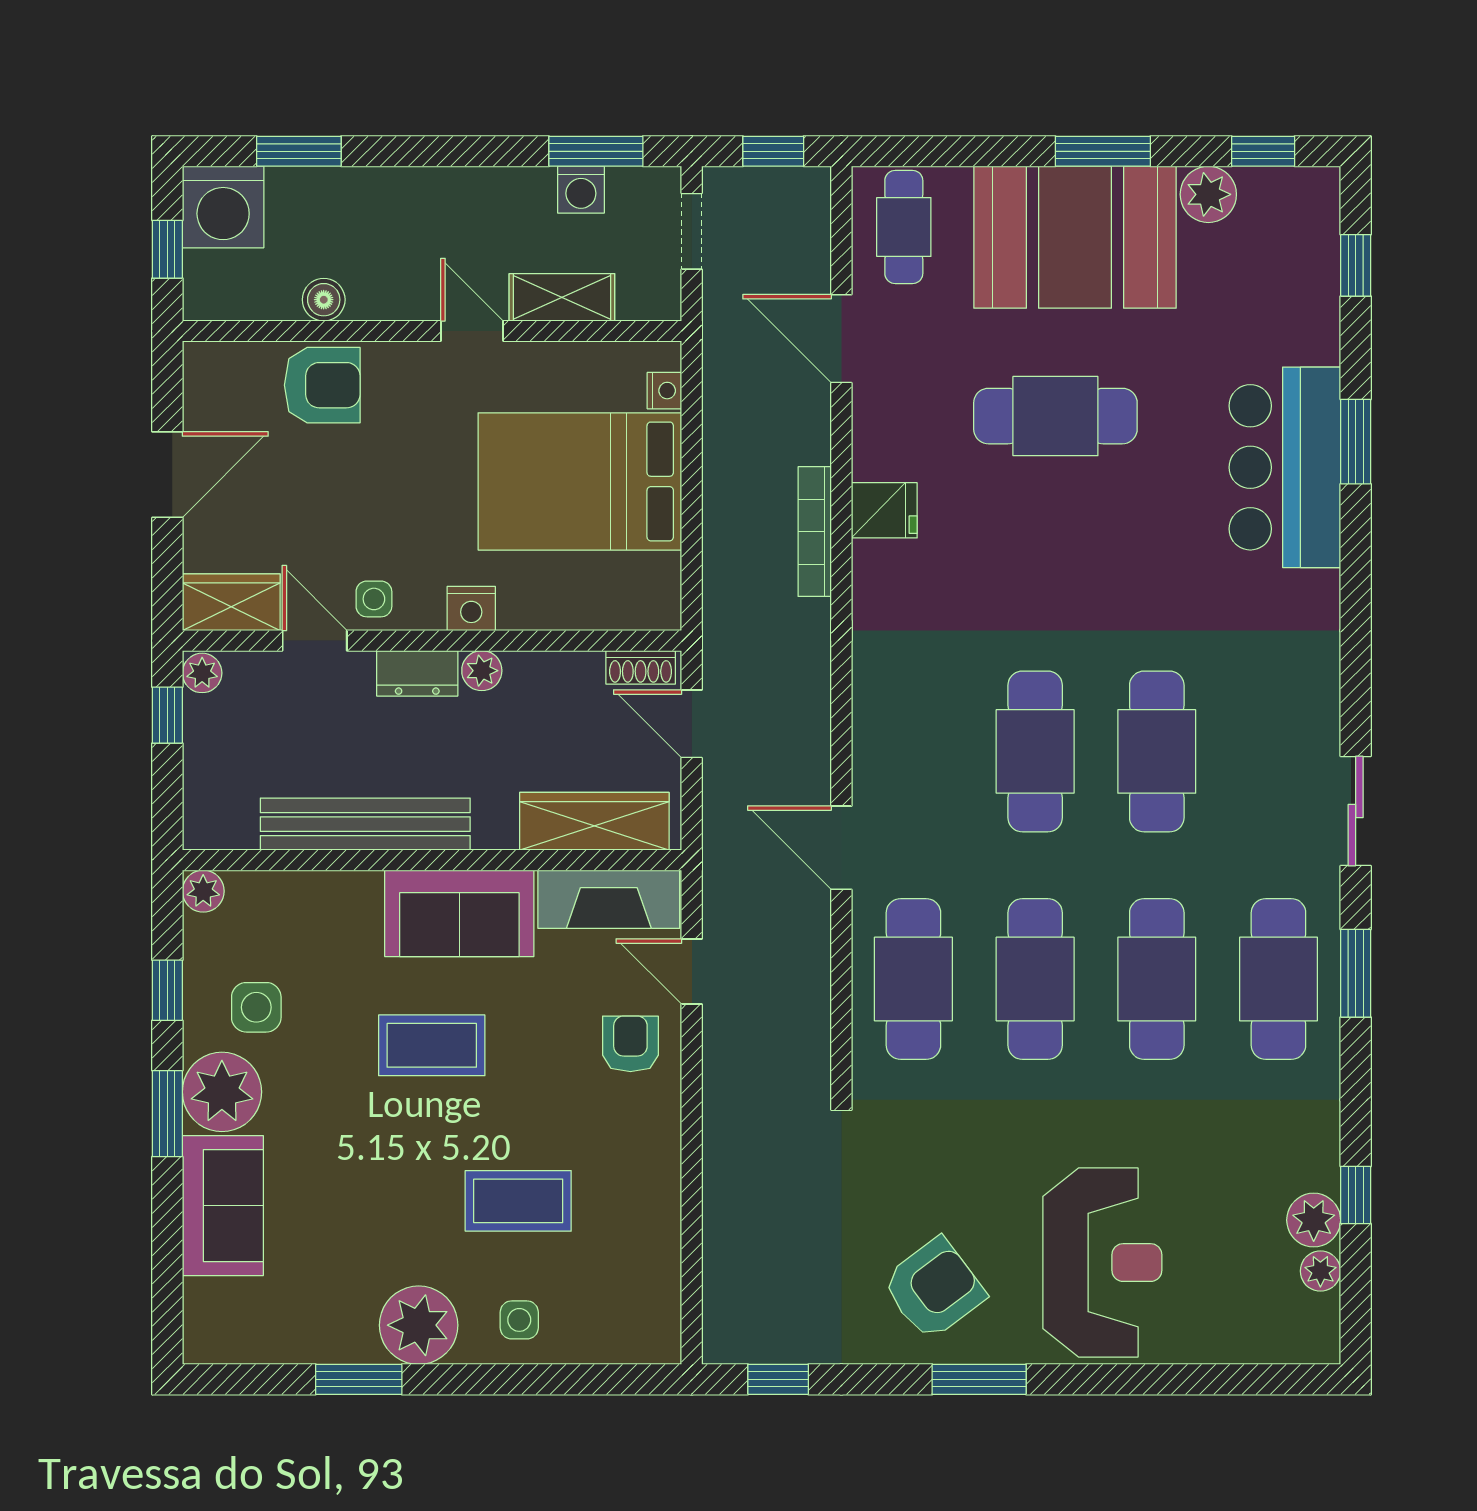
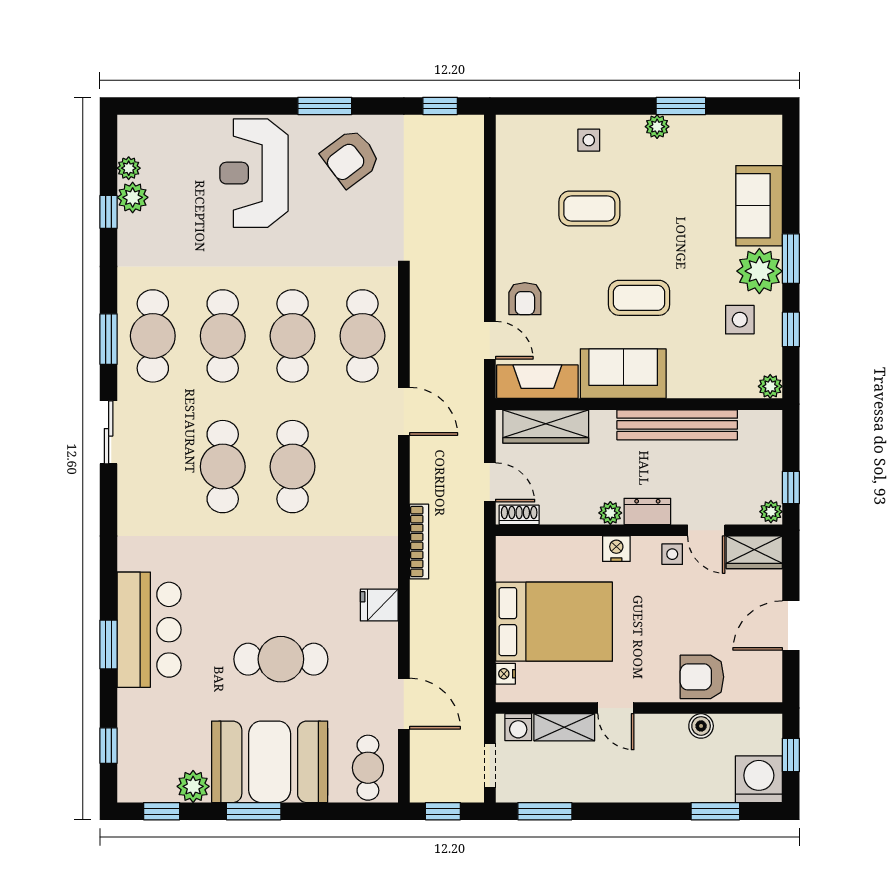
washing machine: (581, 190) -> (518, 727), moved, turned 180
bookcase: (815, 532) -> (419, 541), moved
plant: (419, 1325) -> (657, 127), width x0.53, depth x0.53

